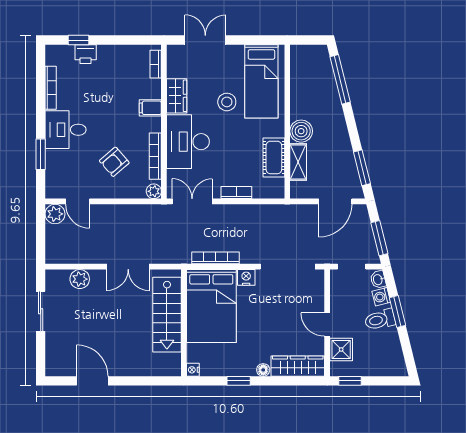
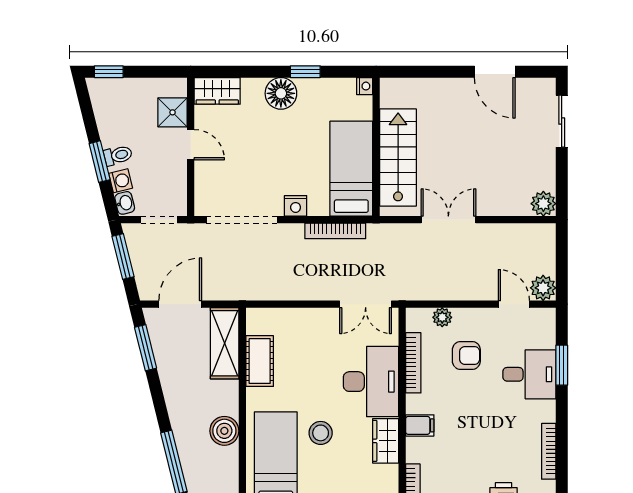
desk: (66, 130) -> (529, 374), moved
boiler: (301, 131) -> (224, 431), moved
armchair: (114, 162) -> (466, 355), turned 41
shelving: (298, 162) -> (225, 343), width x1.50, depth x1.33
plant: (154, 191) -> (442, 317), moved
bookcase: (236, 193) -> (308, 316), removed
plant: (80, 279) -> (543, 204), moved
bed: (211, 306) -> (351, 169), width x0.67
sliding door: (41, 311) -> (562, 121), moved
toilet: (380, 320) -> (118, 155), width x0.73, depth x0.72
wardrobe: (298, 366) -> (217, 91), width x0.67
floor lamp: (263, 370) -> (281, 93), width x1.89, depth x1.89
window: (350, 381) -> (109, 72), moved

